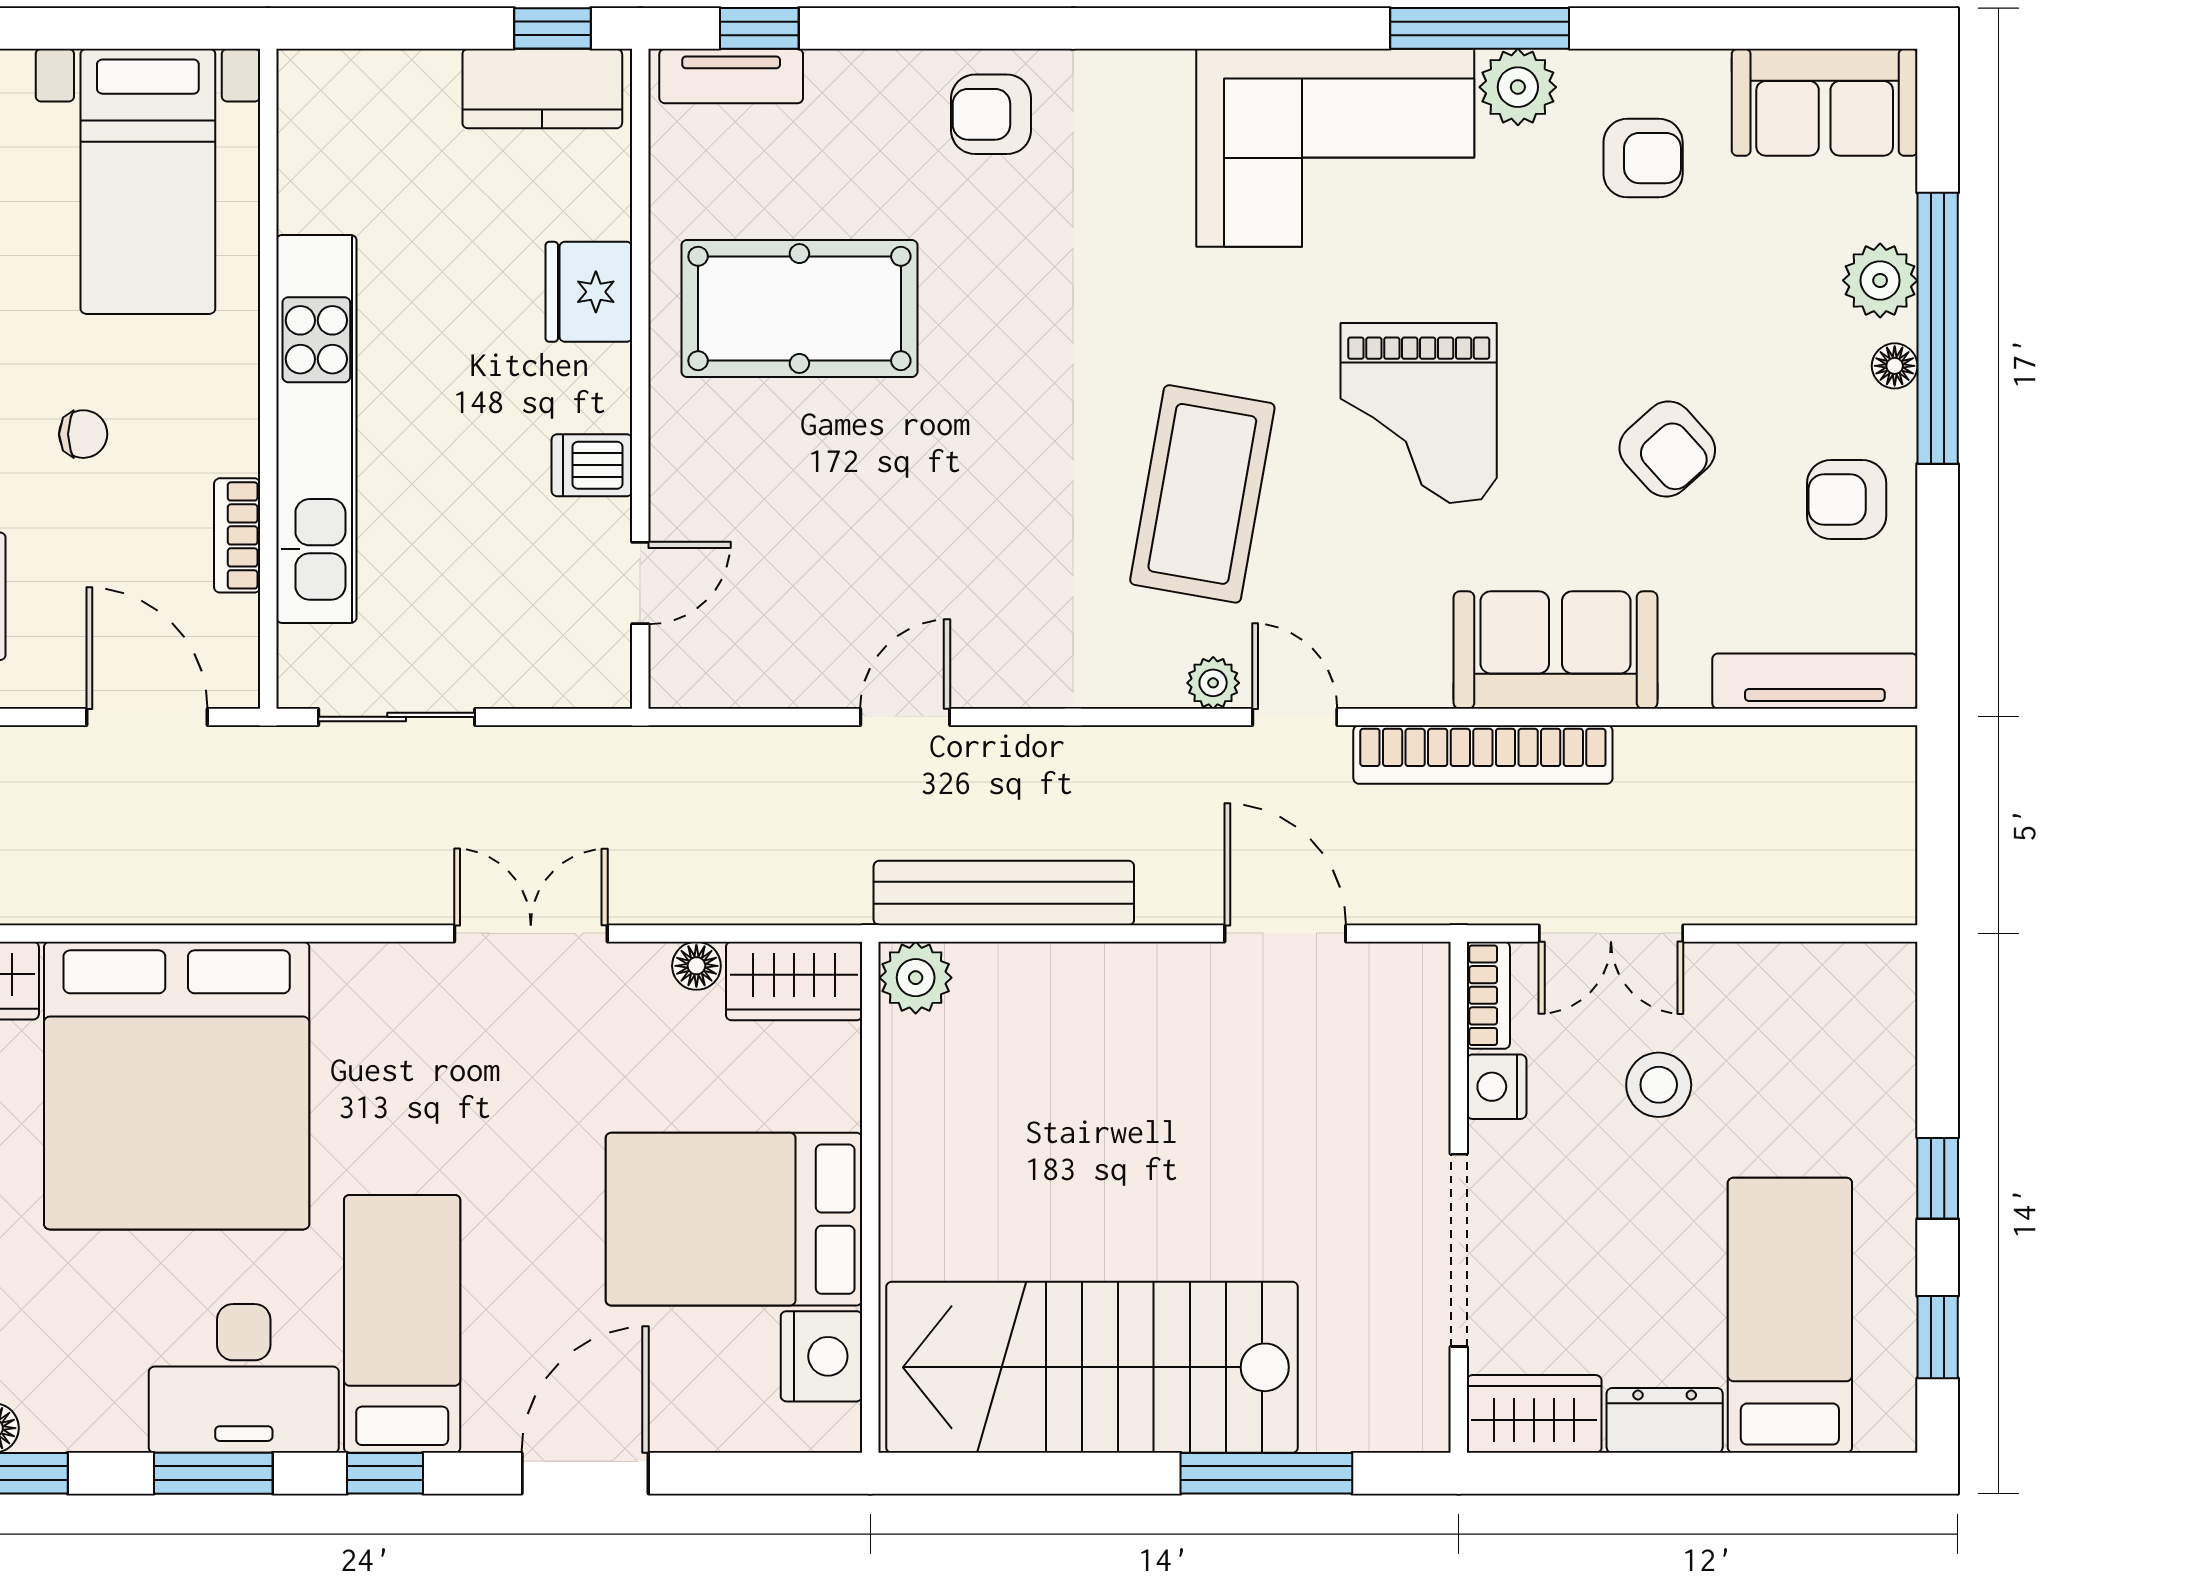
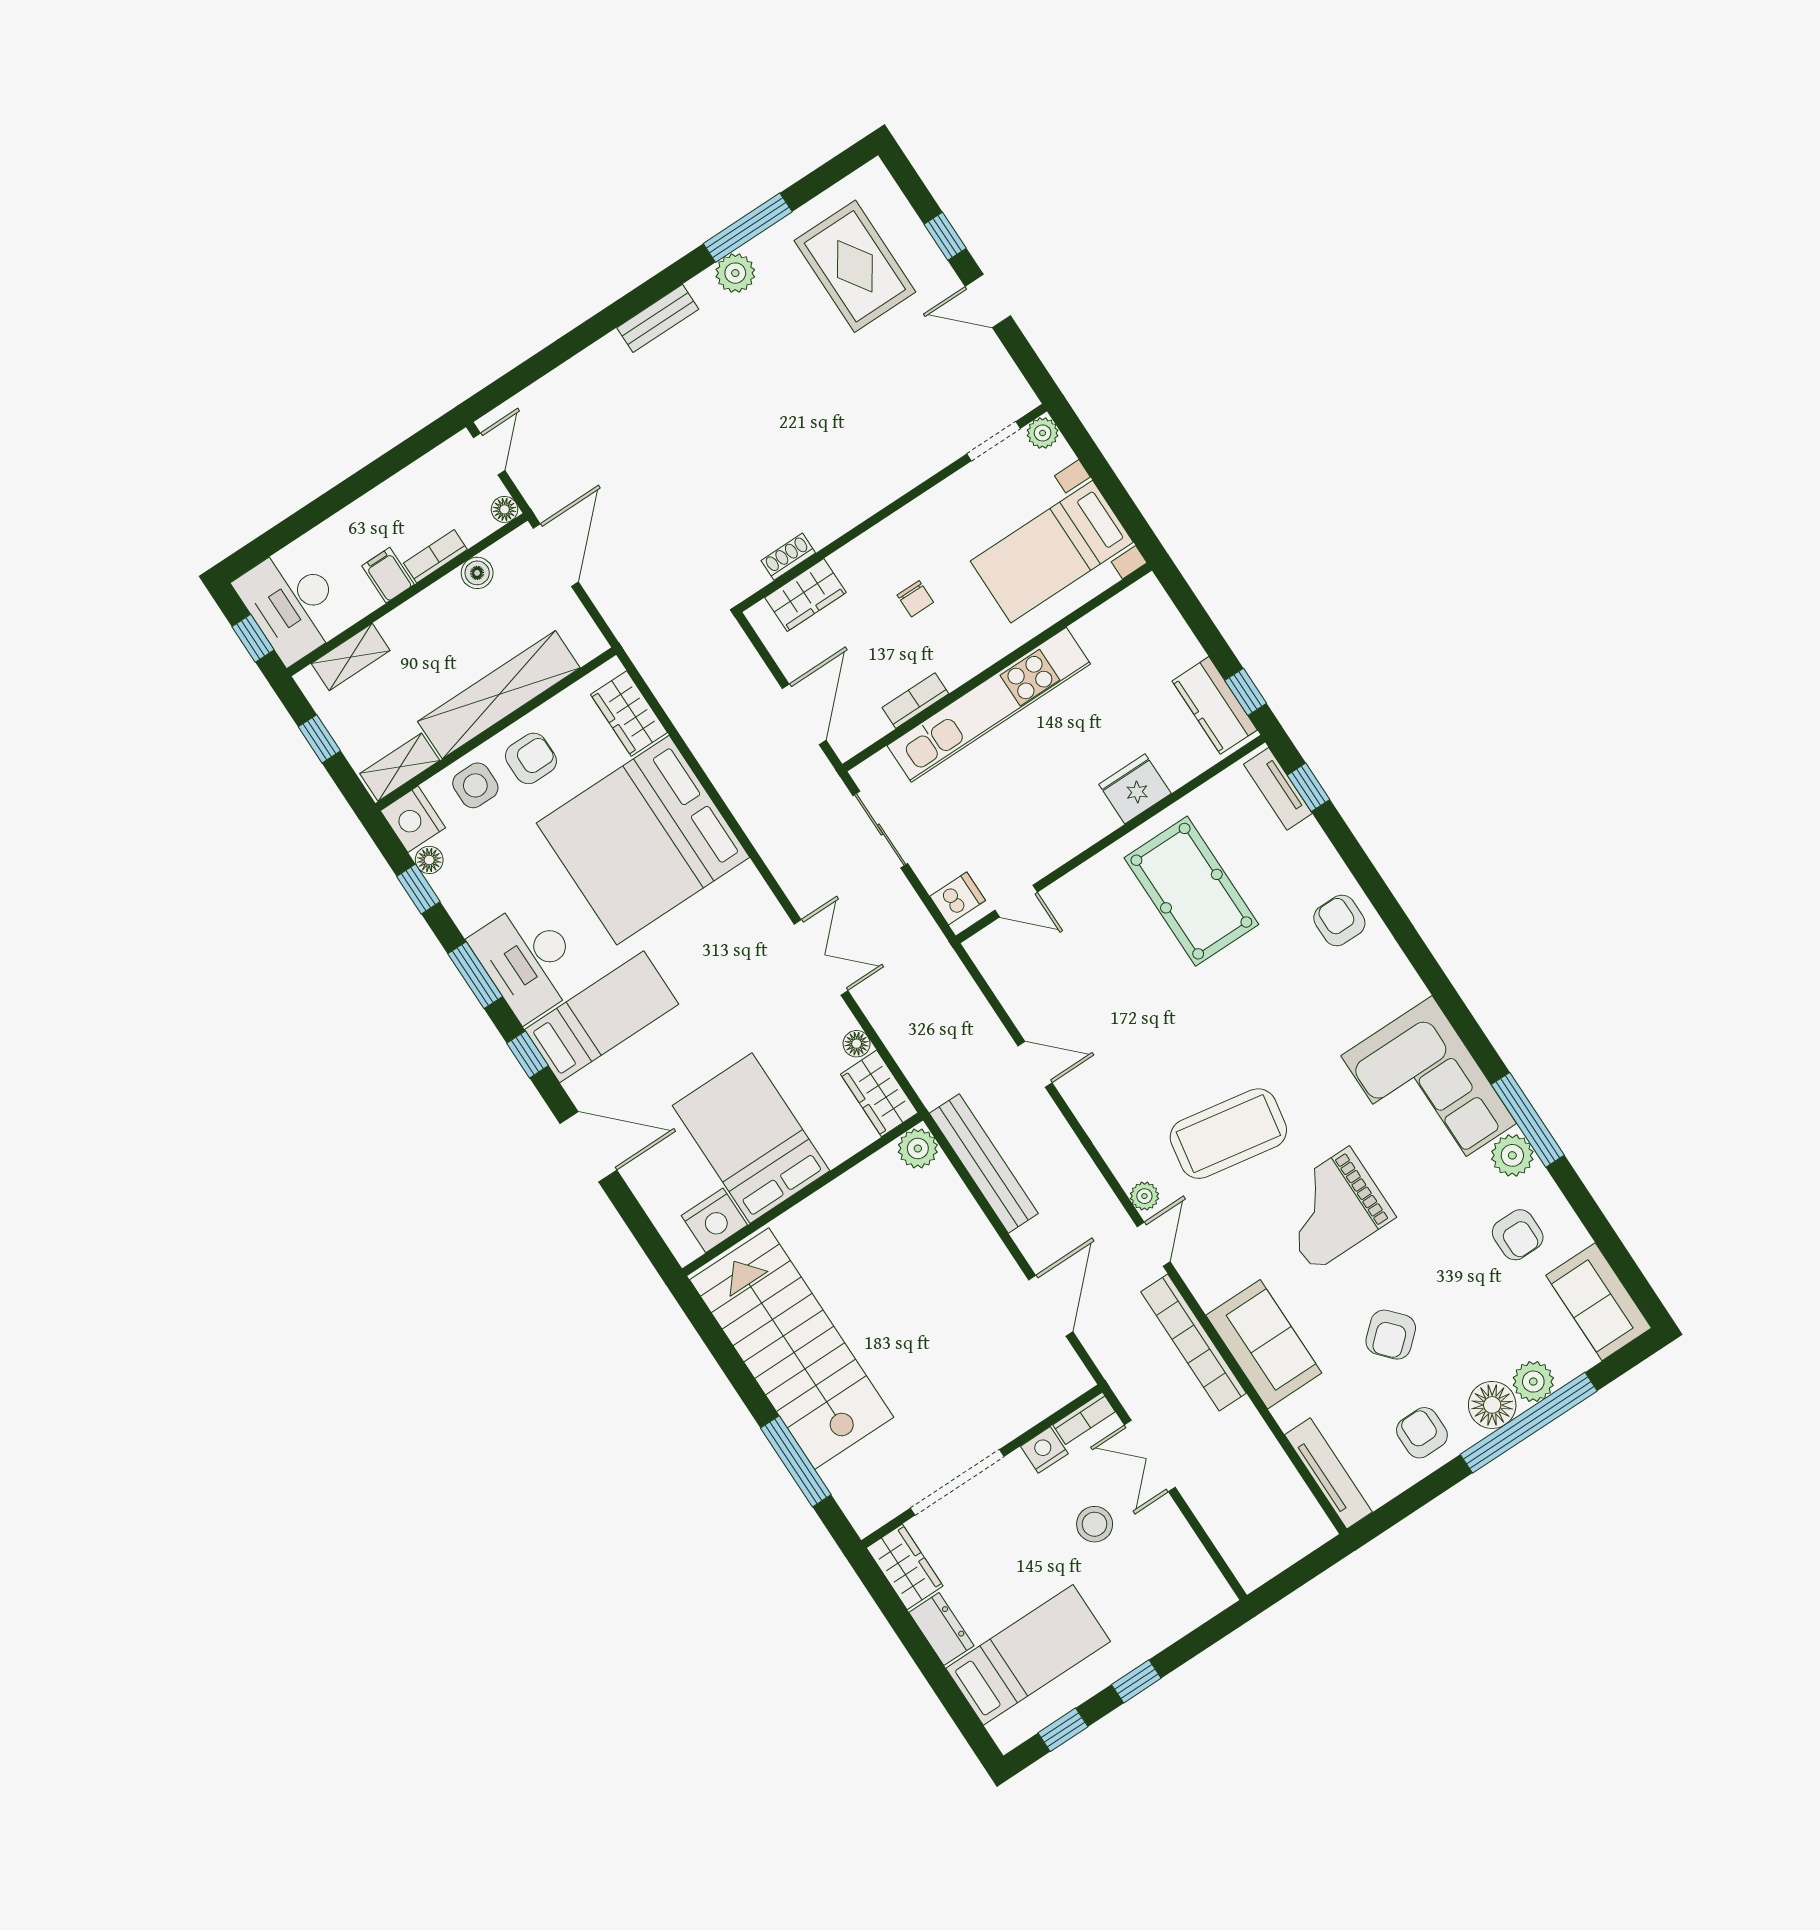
floor lamp: (1895, 366) -> (1492, 1405), width x1.89, depth x1.89
dishwasher: (592, 465) -> (958, 898), moved, turned 90

